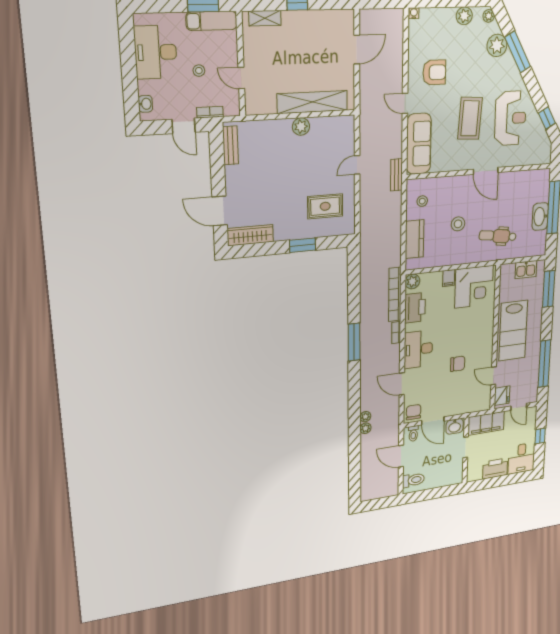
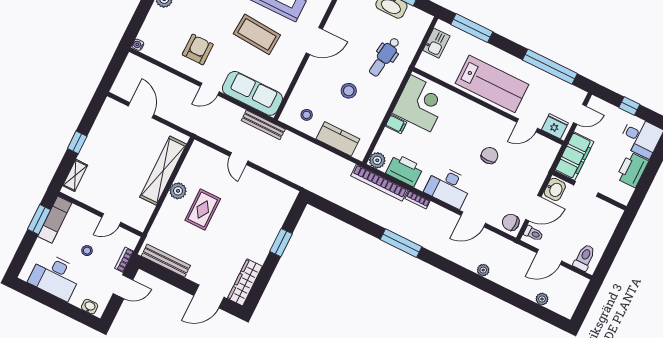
bench: (231, 145) -> (166, 261), width x1.36
bench: (396, 175) -> (263, 125), width x1.36
rug: (325, 206) -> (203, 210), moved
plant: (365, 428) -> (542, 299), moved

